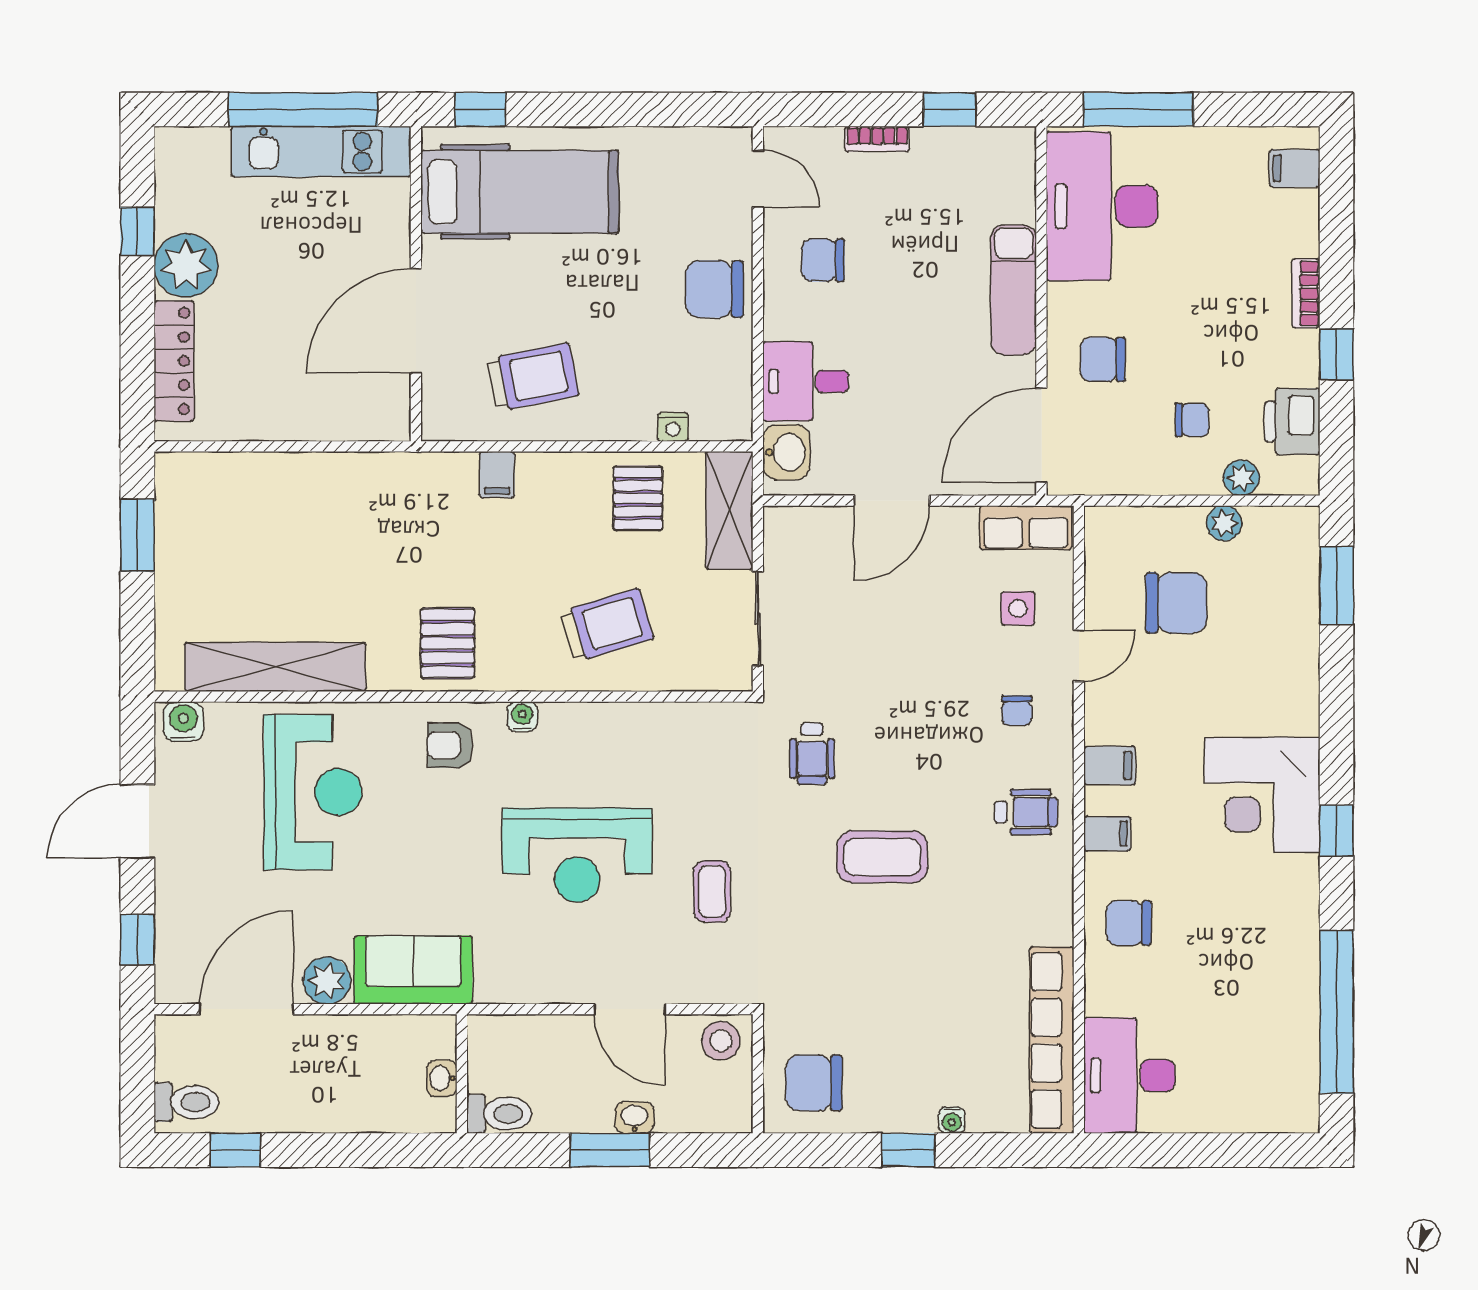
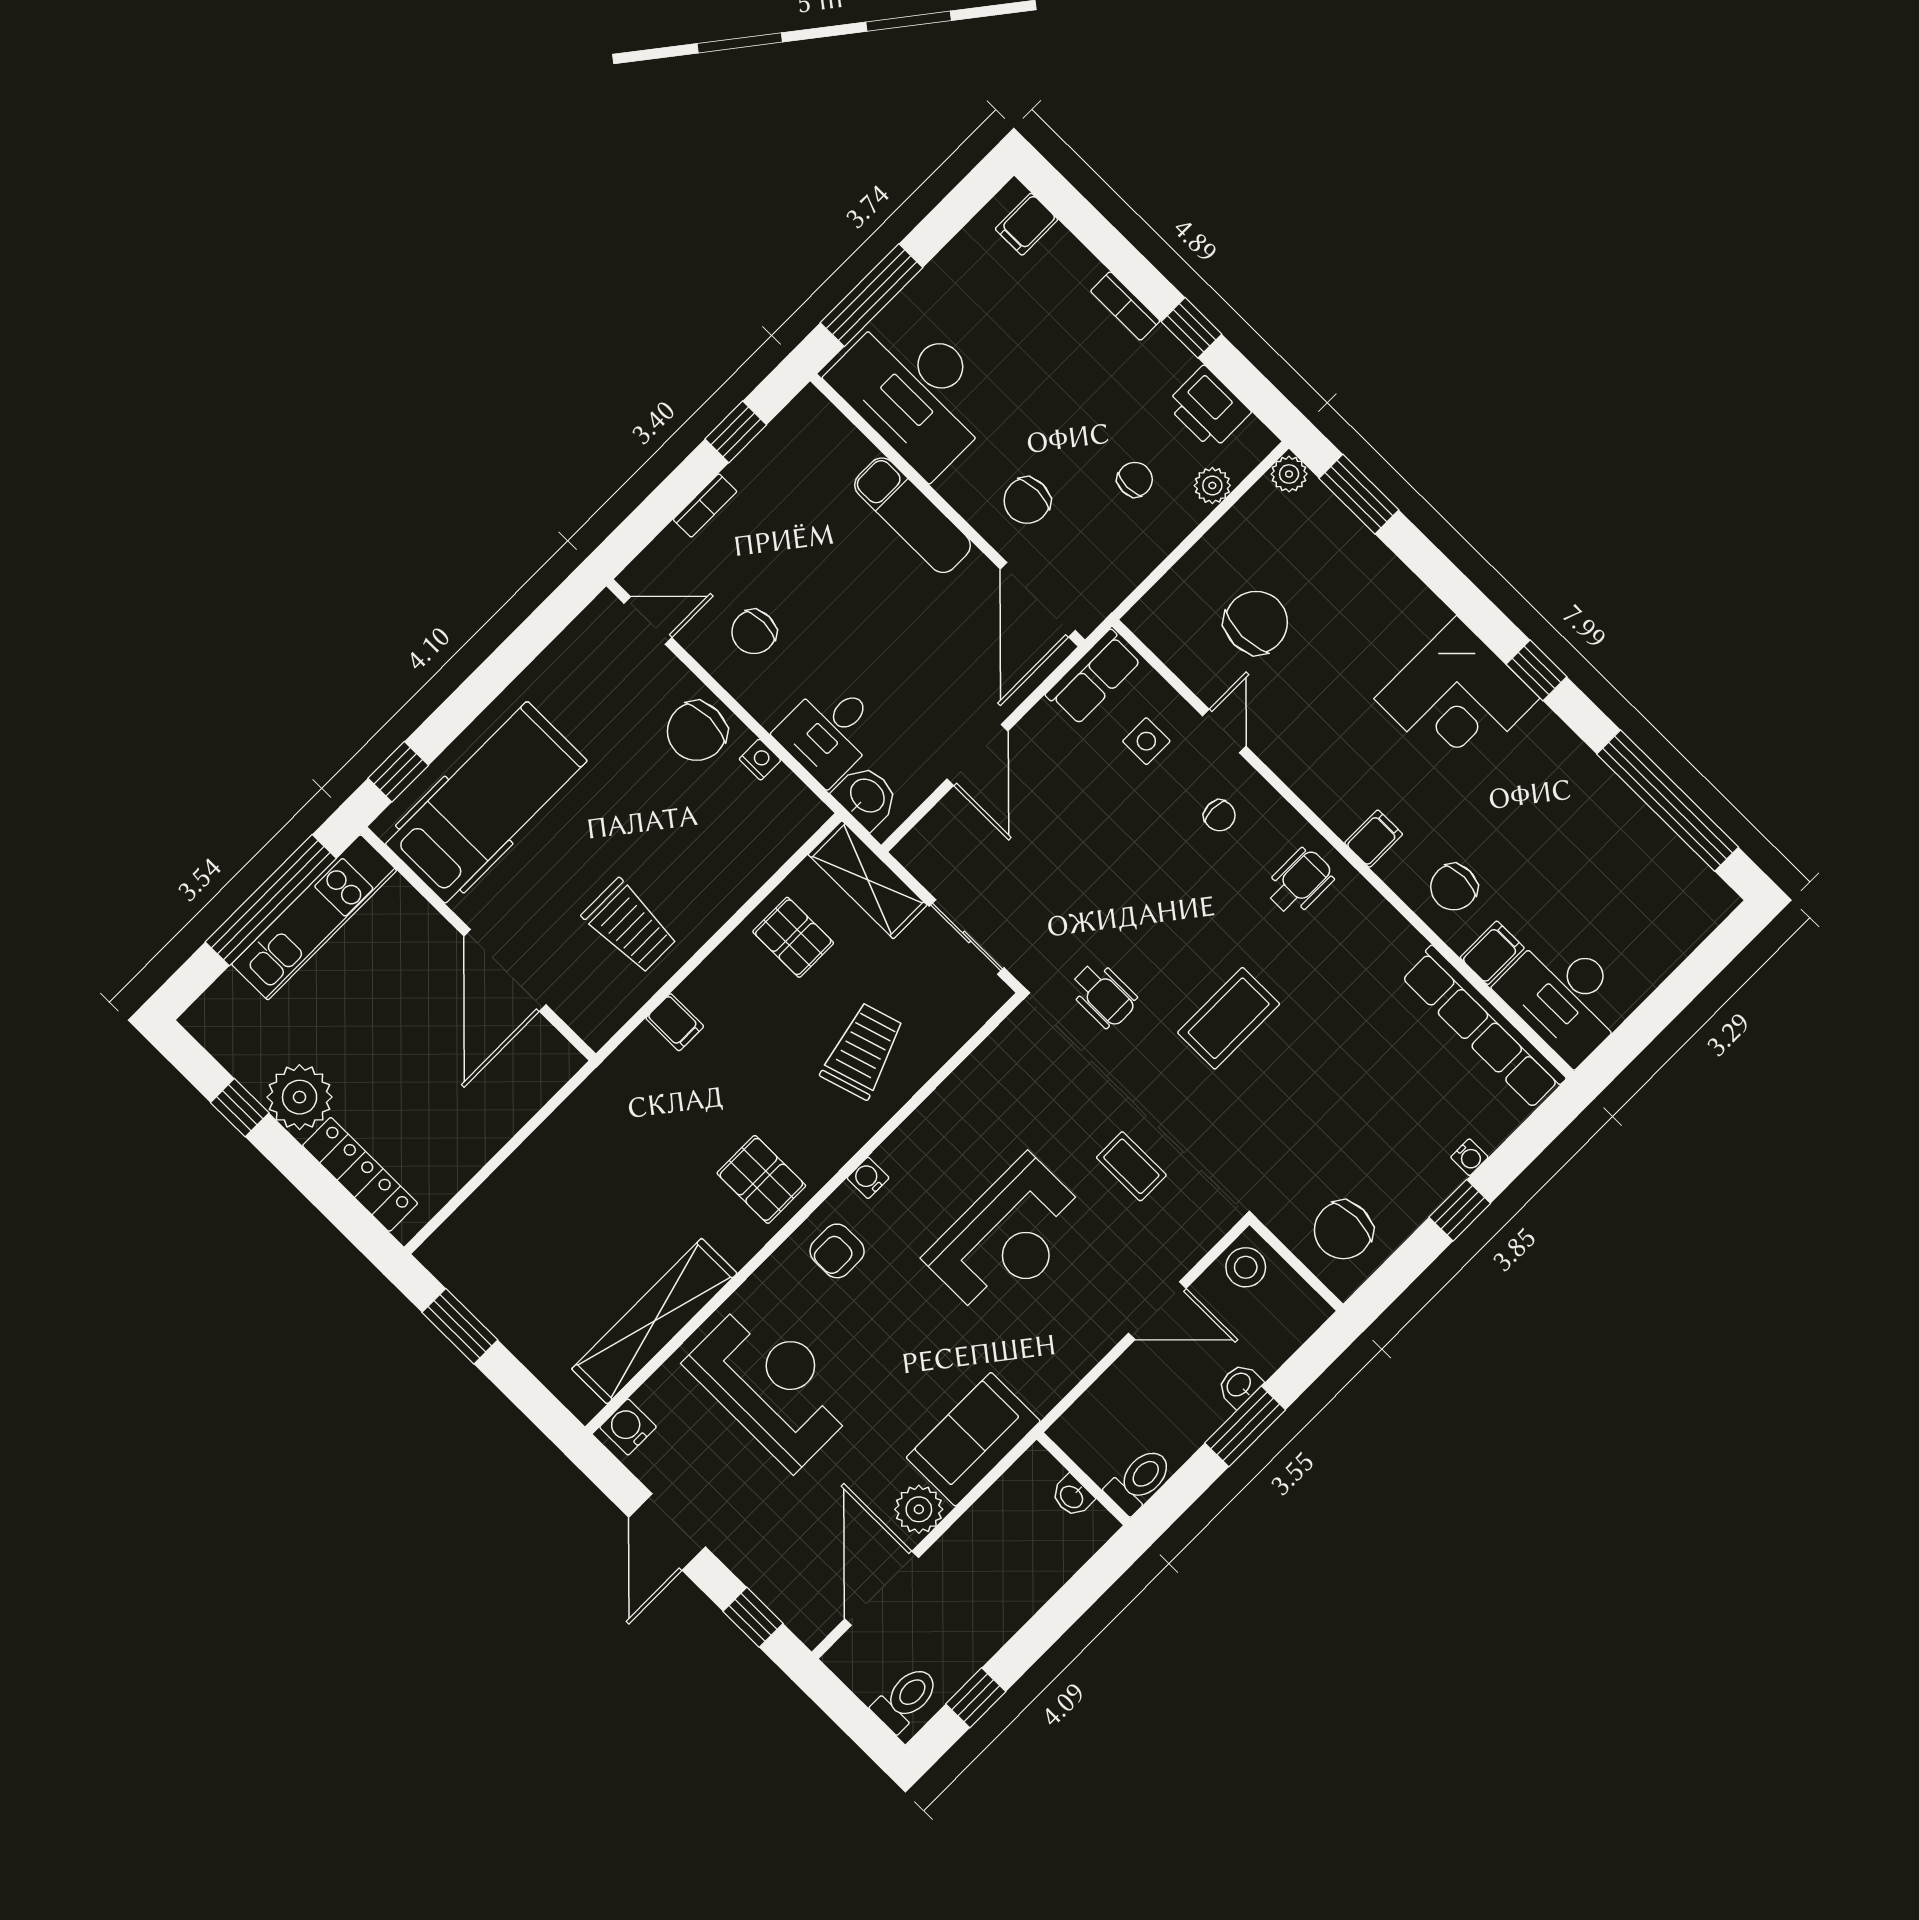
trolley: (533, 377) -> (630, 926), turned 101
nightstand: (673, 427) -> (760, 760), moved, turned -90
plant: (1224, 523) -> (1289, 474), moved
filing cabinet: (1110, 765) -> (1492, 953), moved

